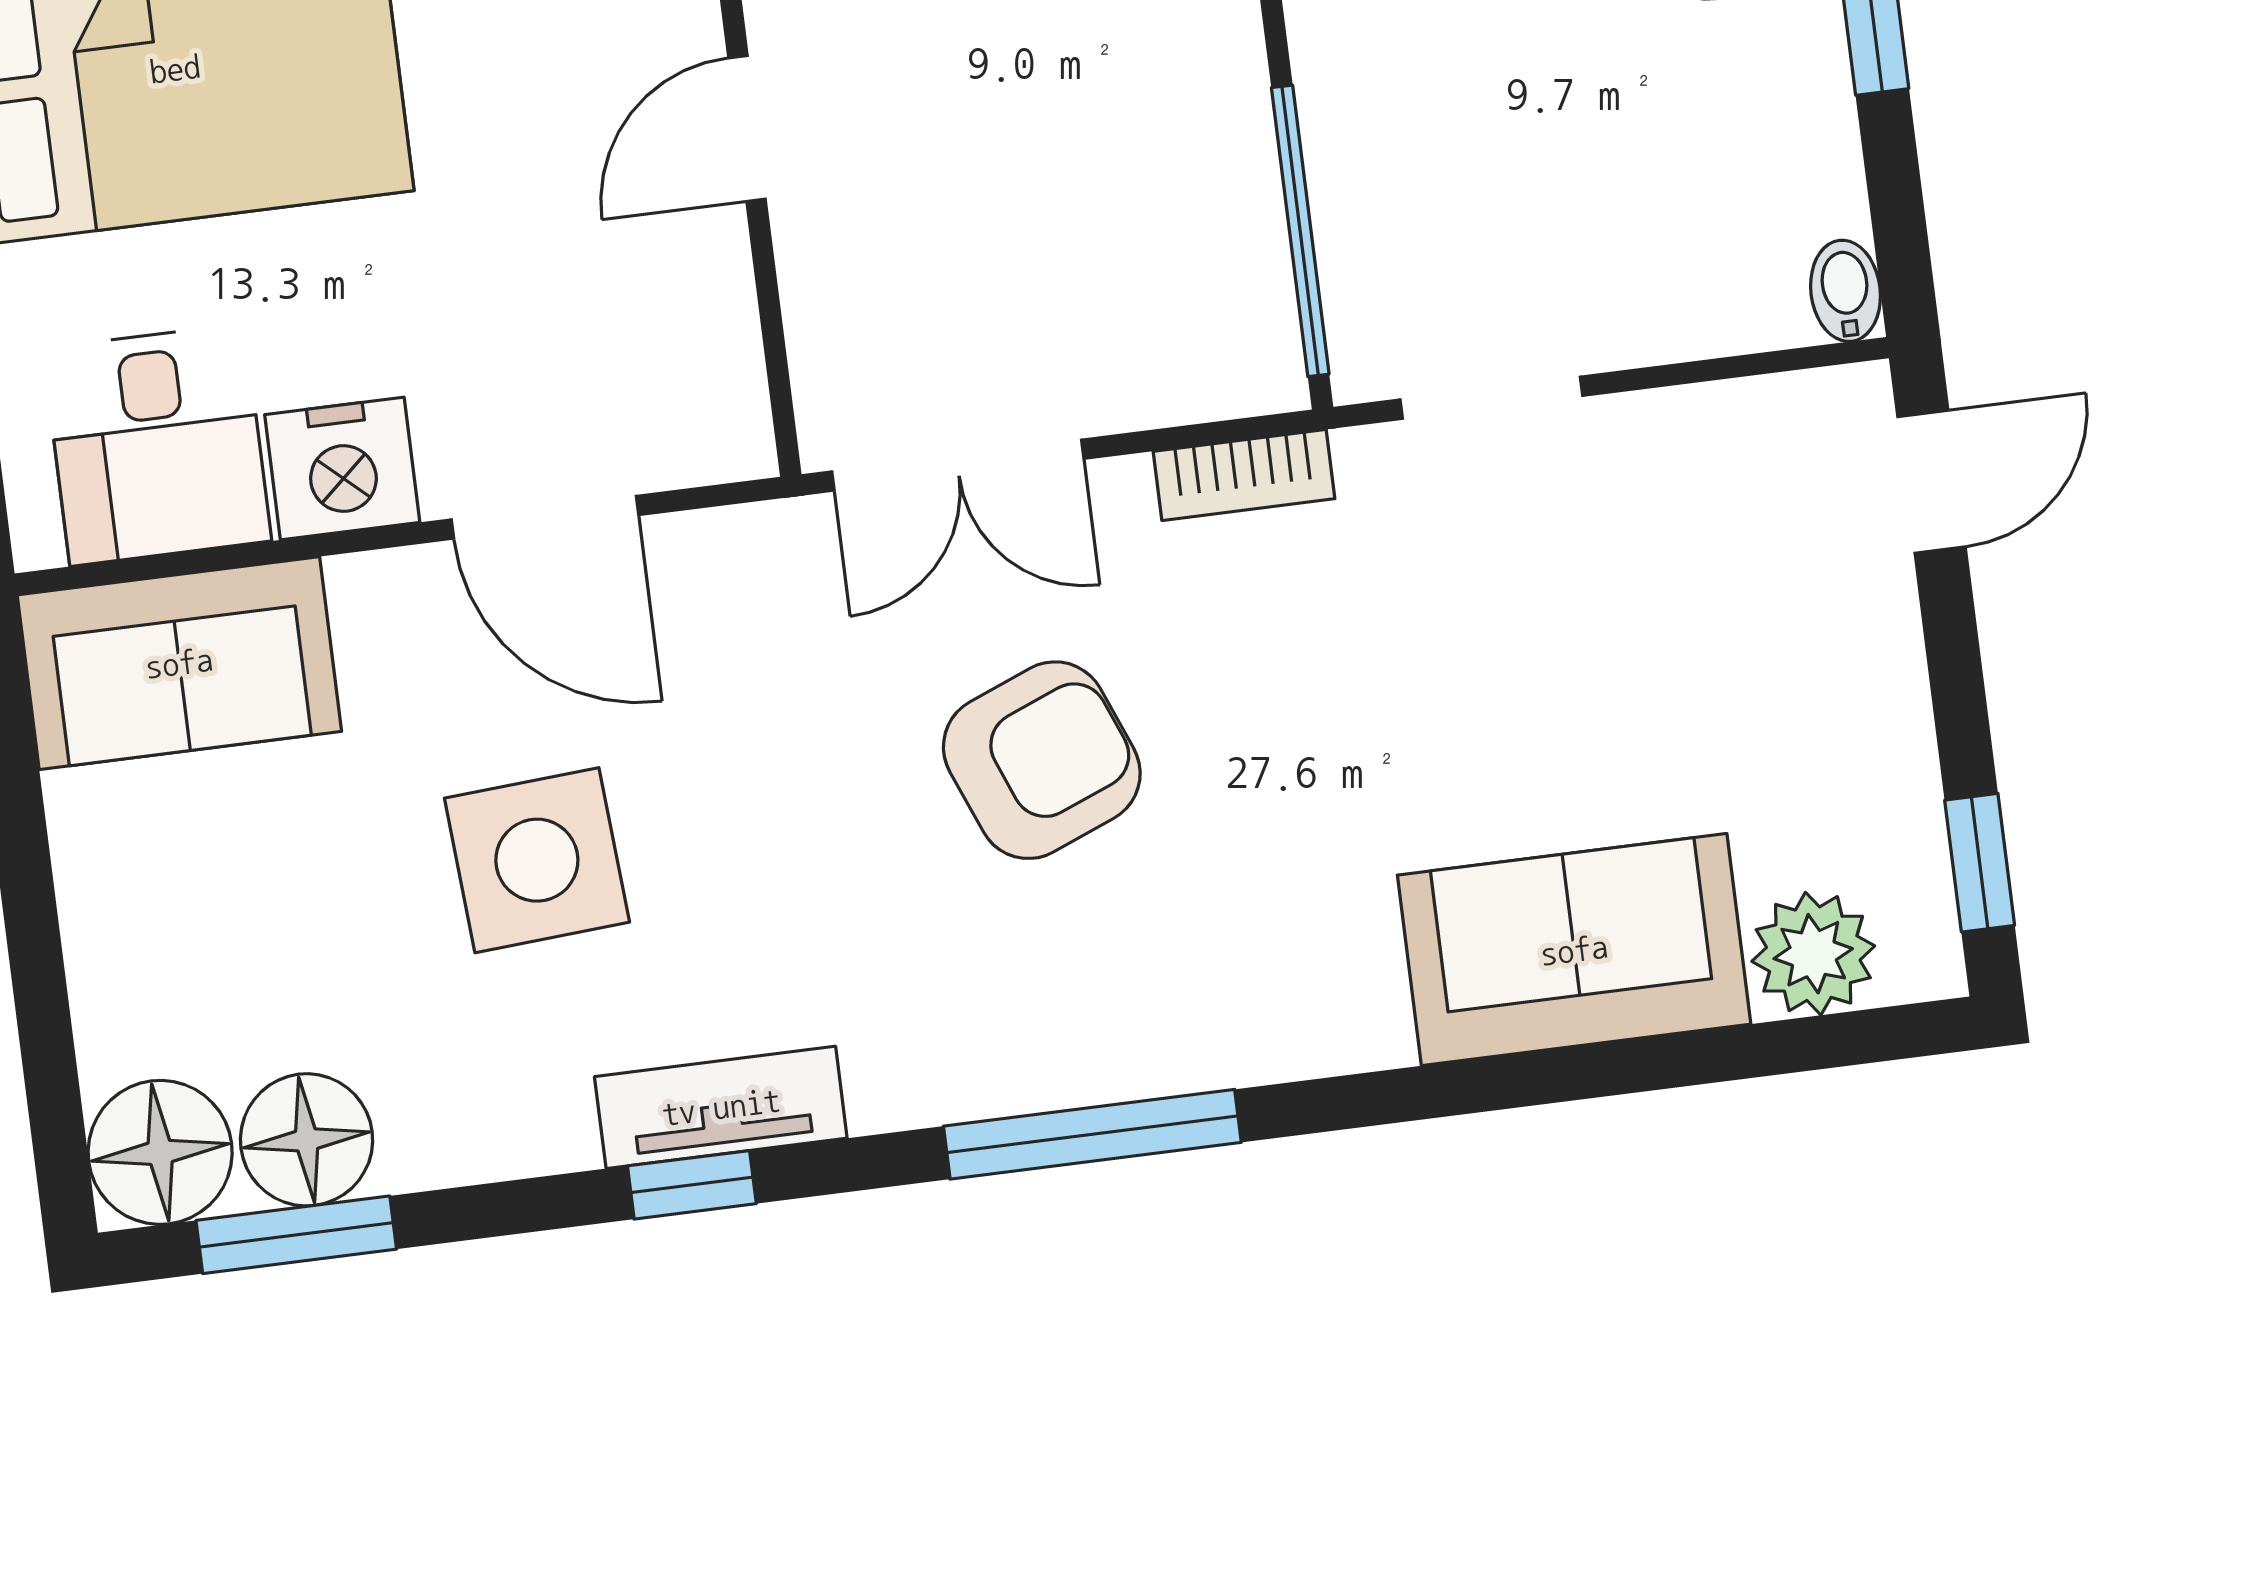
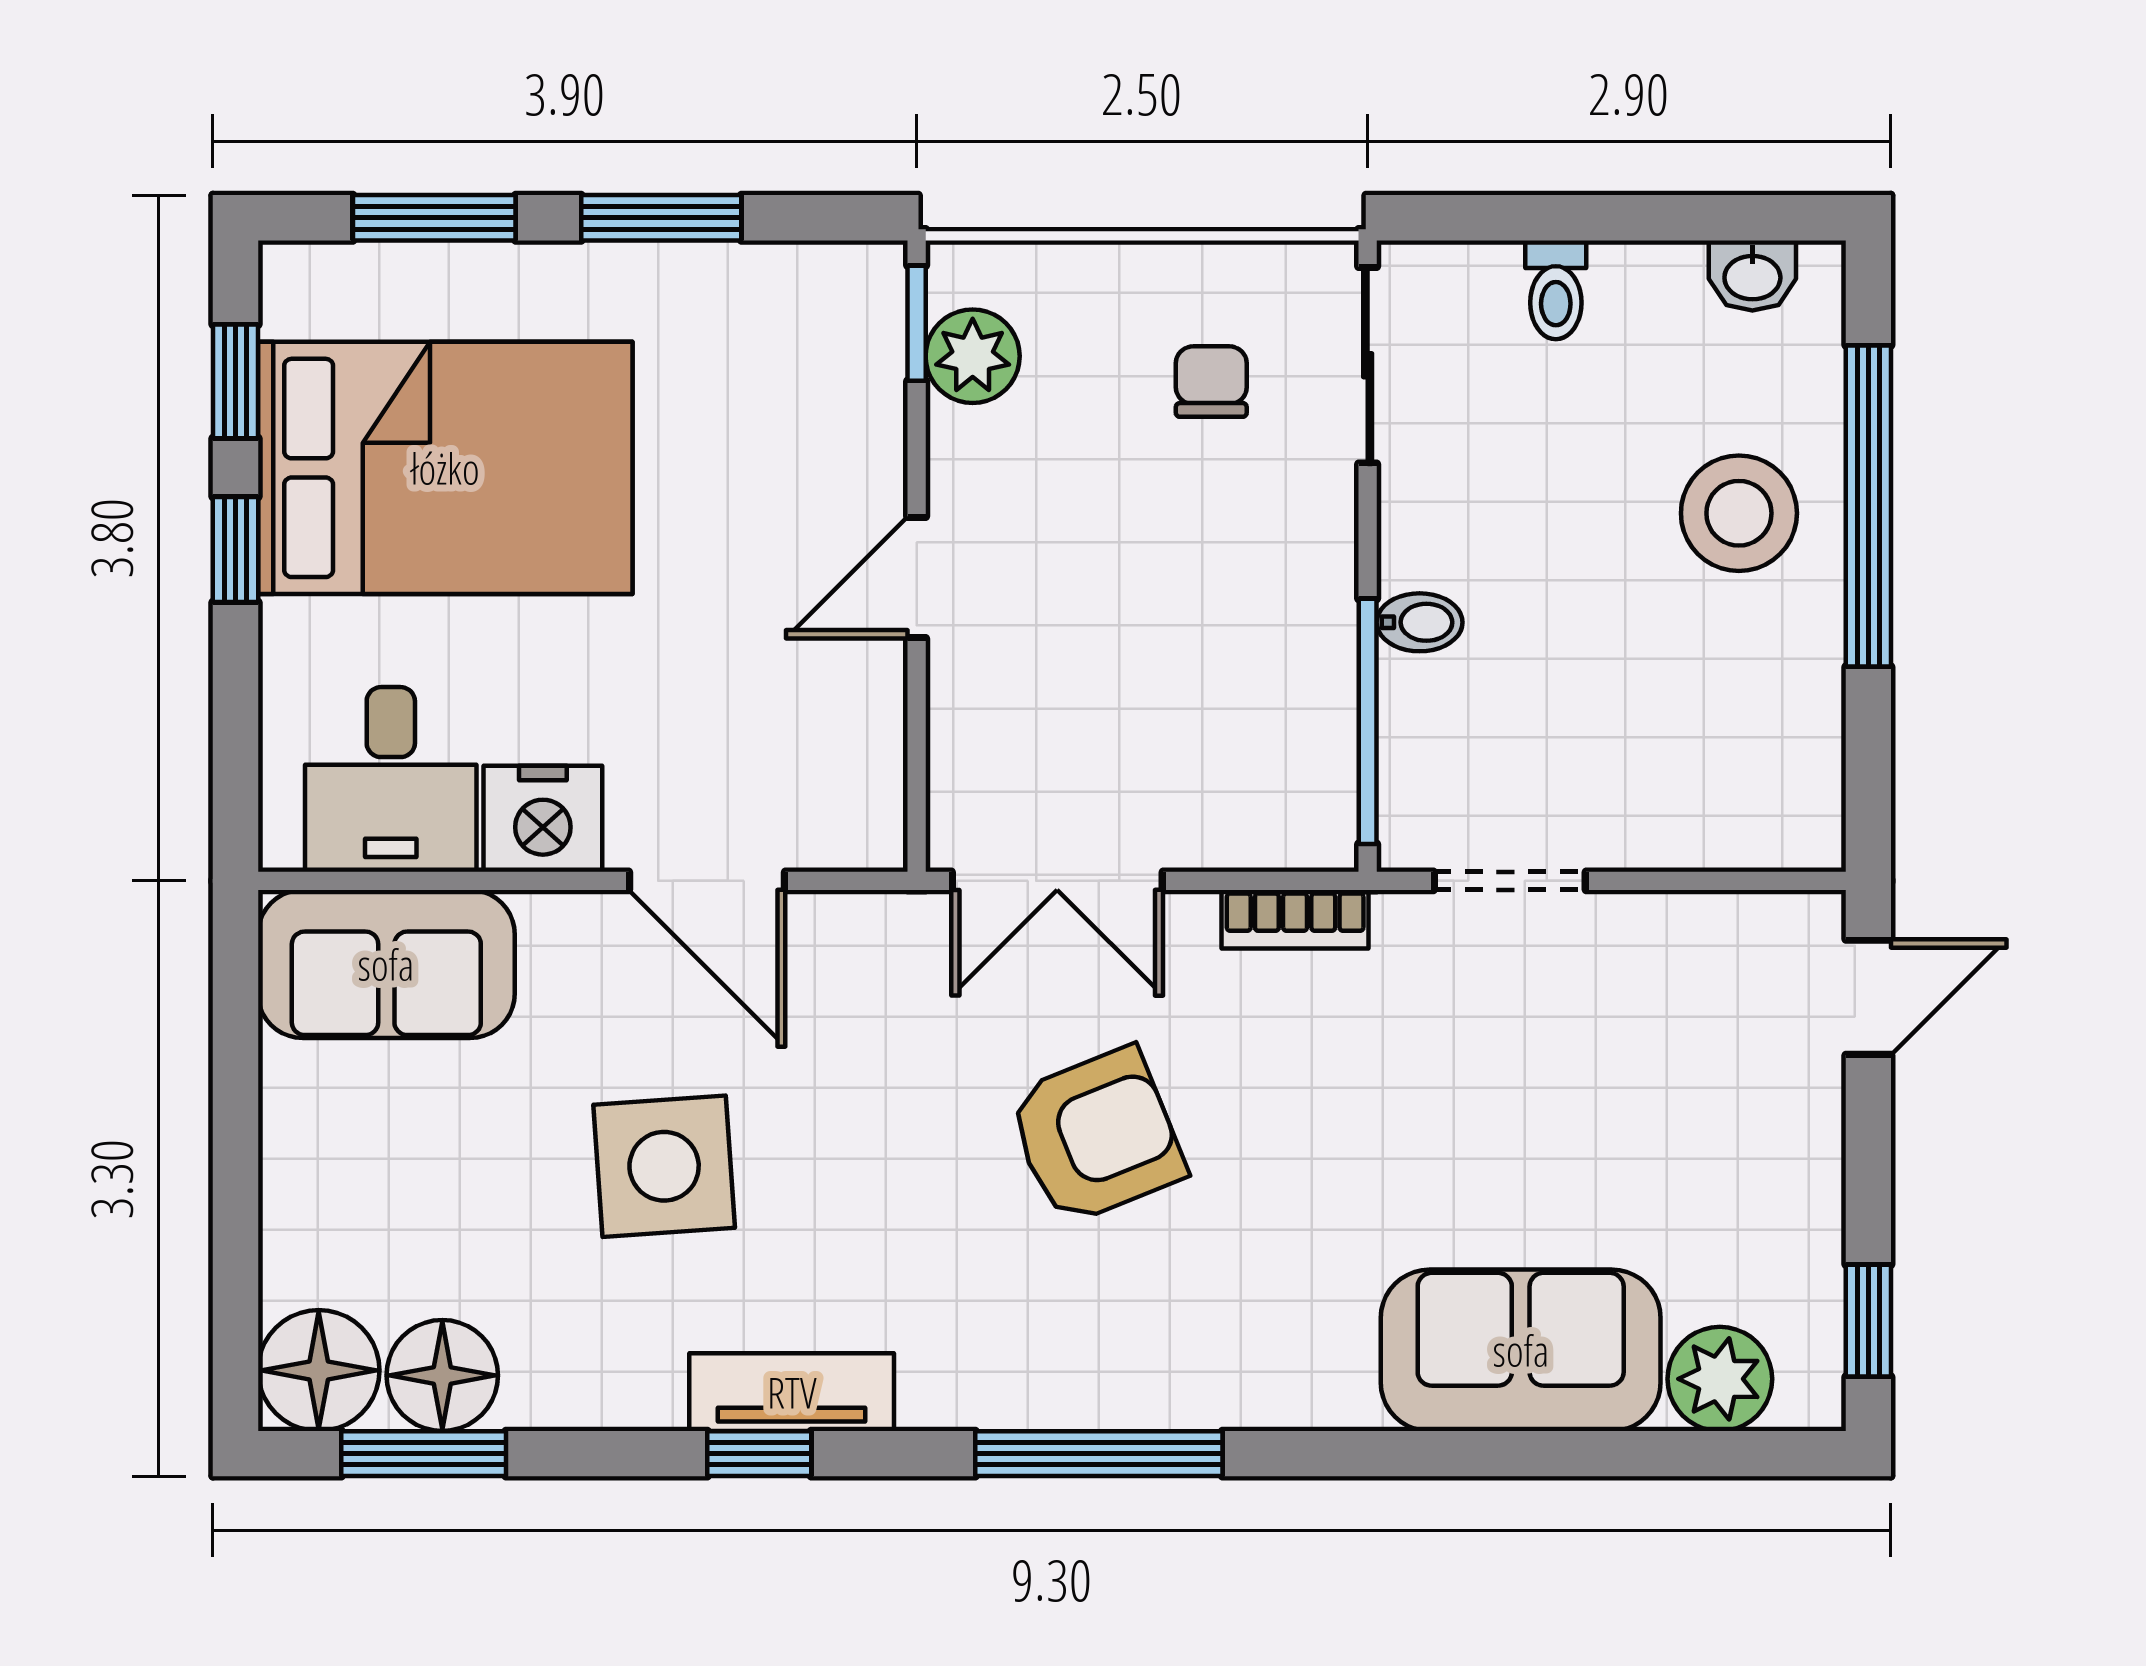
bidet: (1846, 291) -> (1420, 622), moved, turned 90

